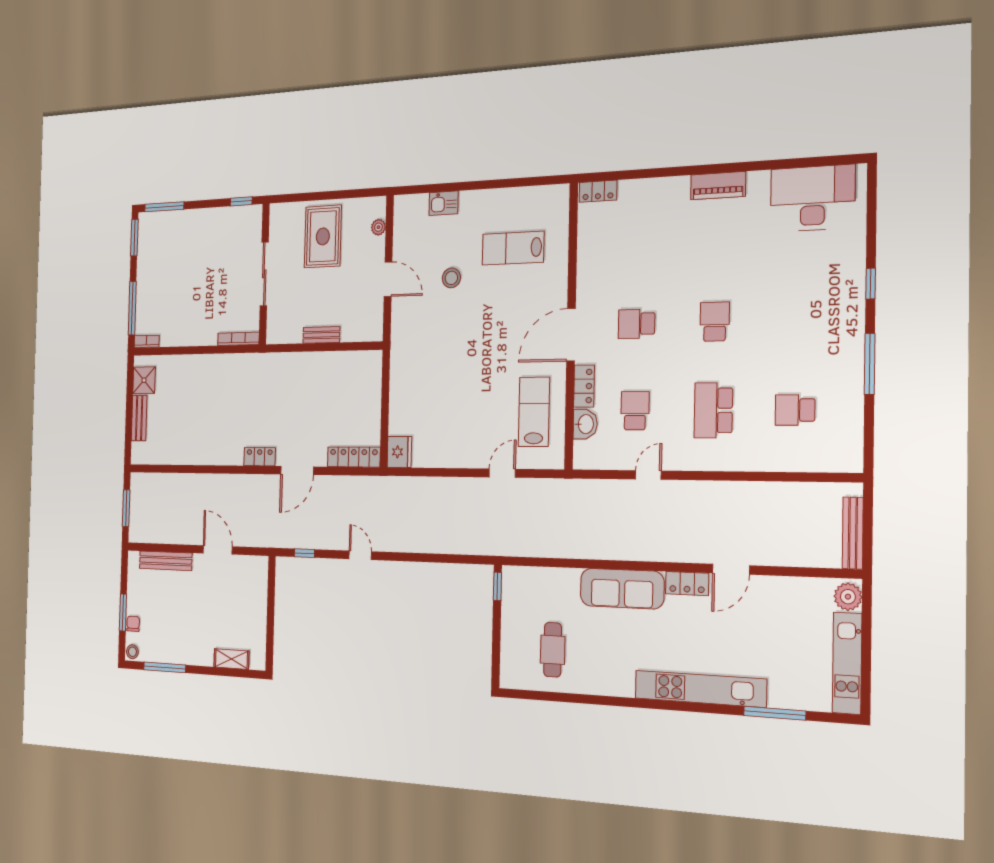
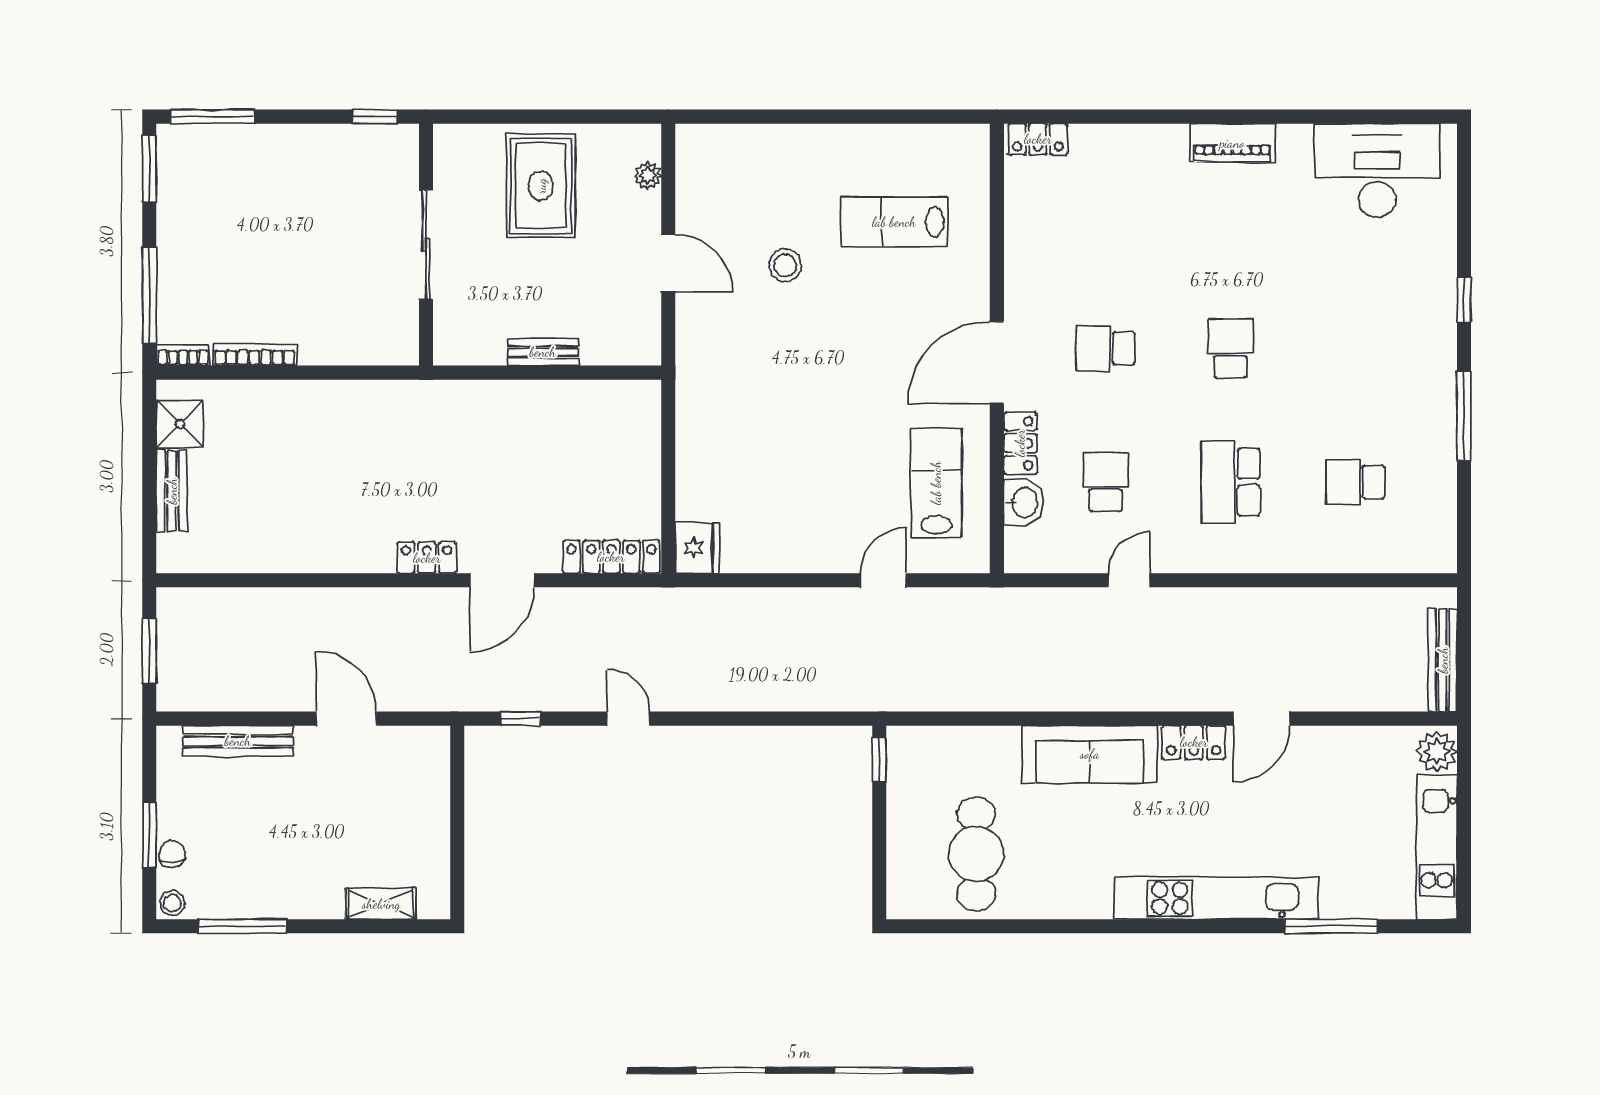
kitchen sink: (444, 203) -> (768, 142), removed
bookcase: (238, 339) -> (255, 355), moved
cafe table: (553, 650) -> (976, 854), width x1.37, depth x1.35

